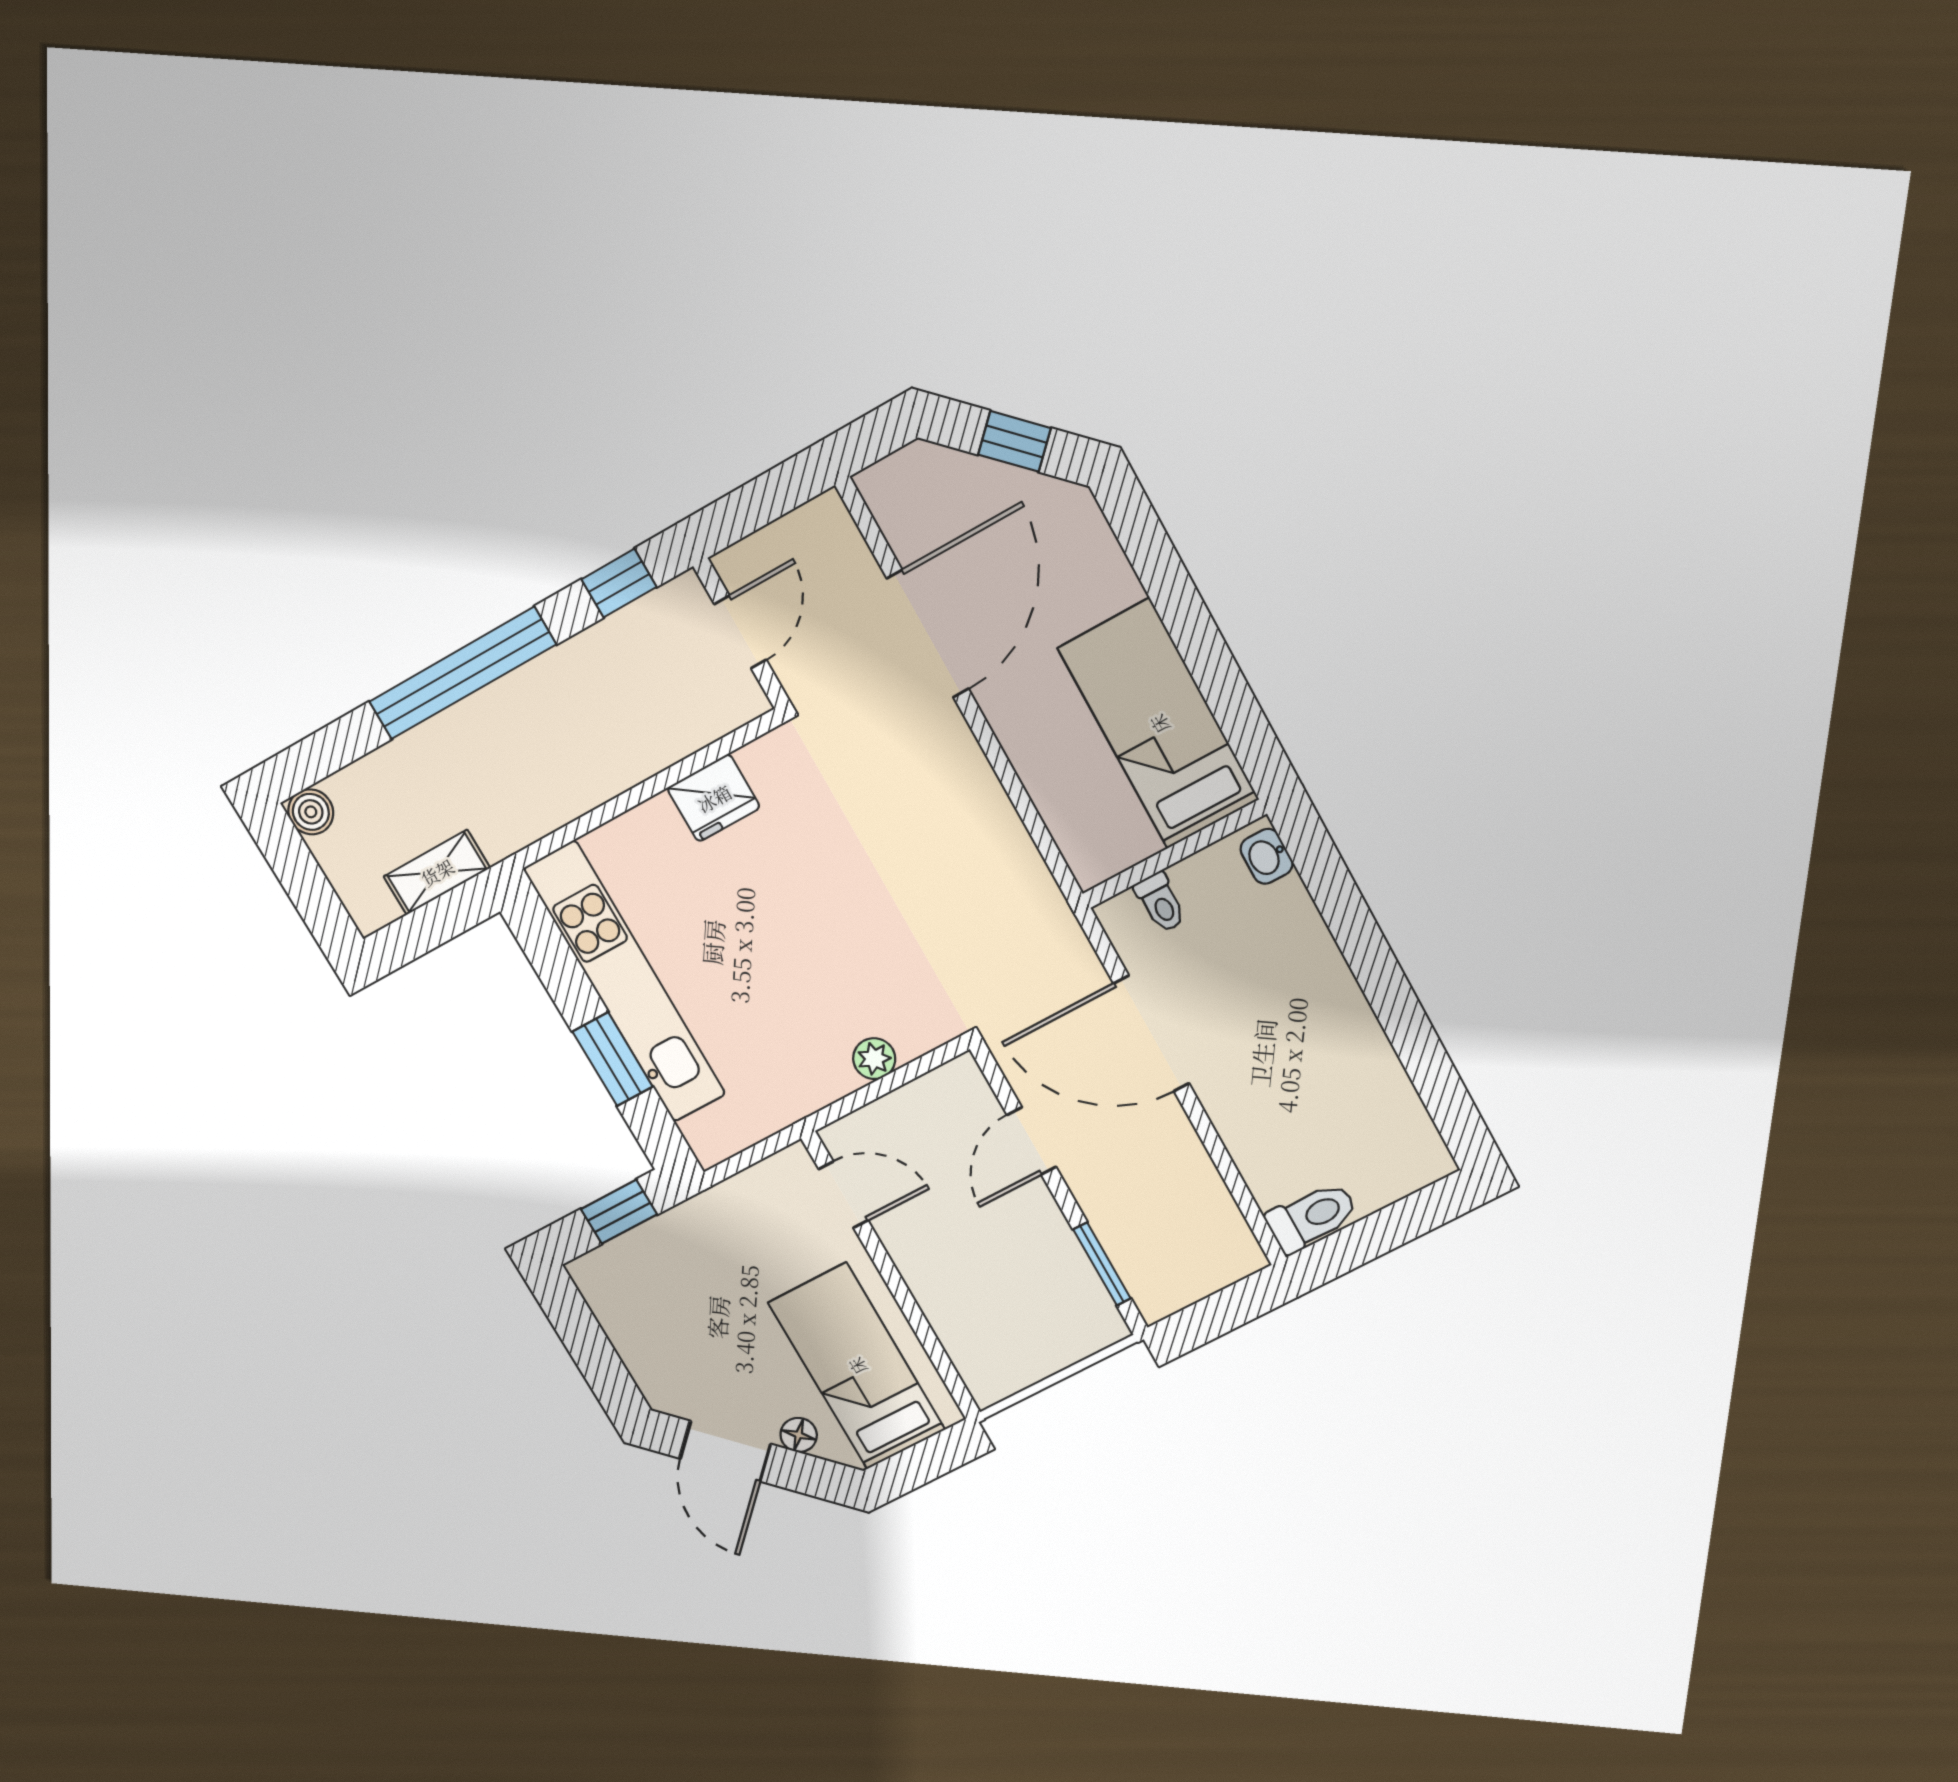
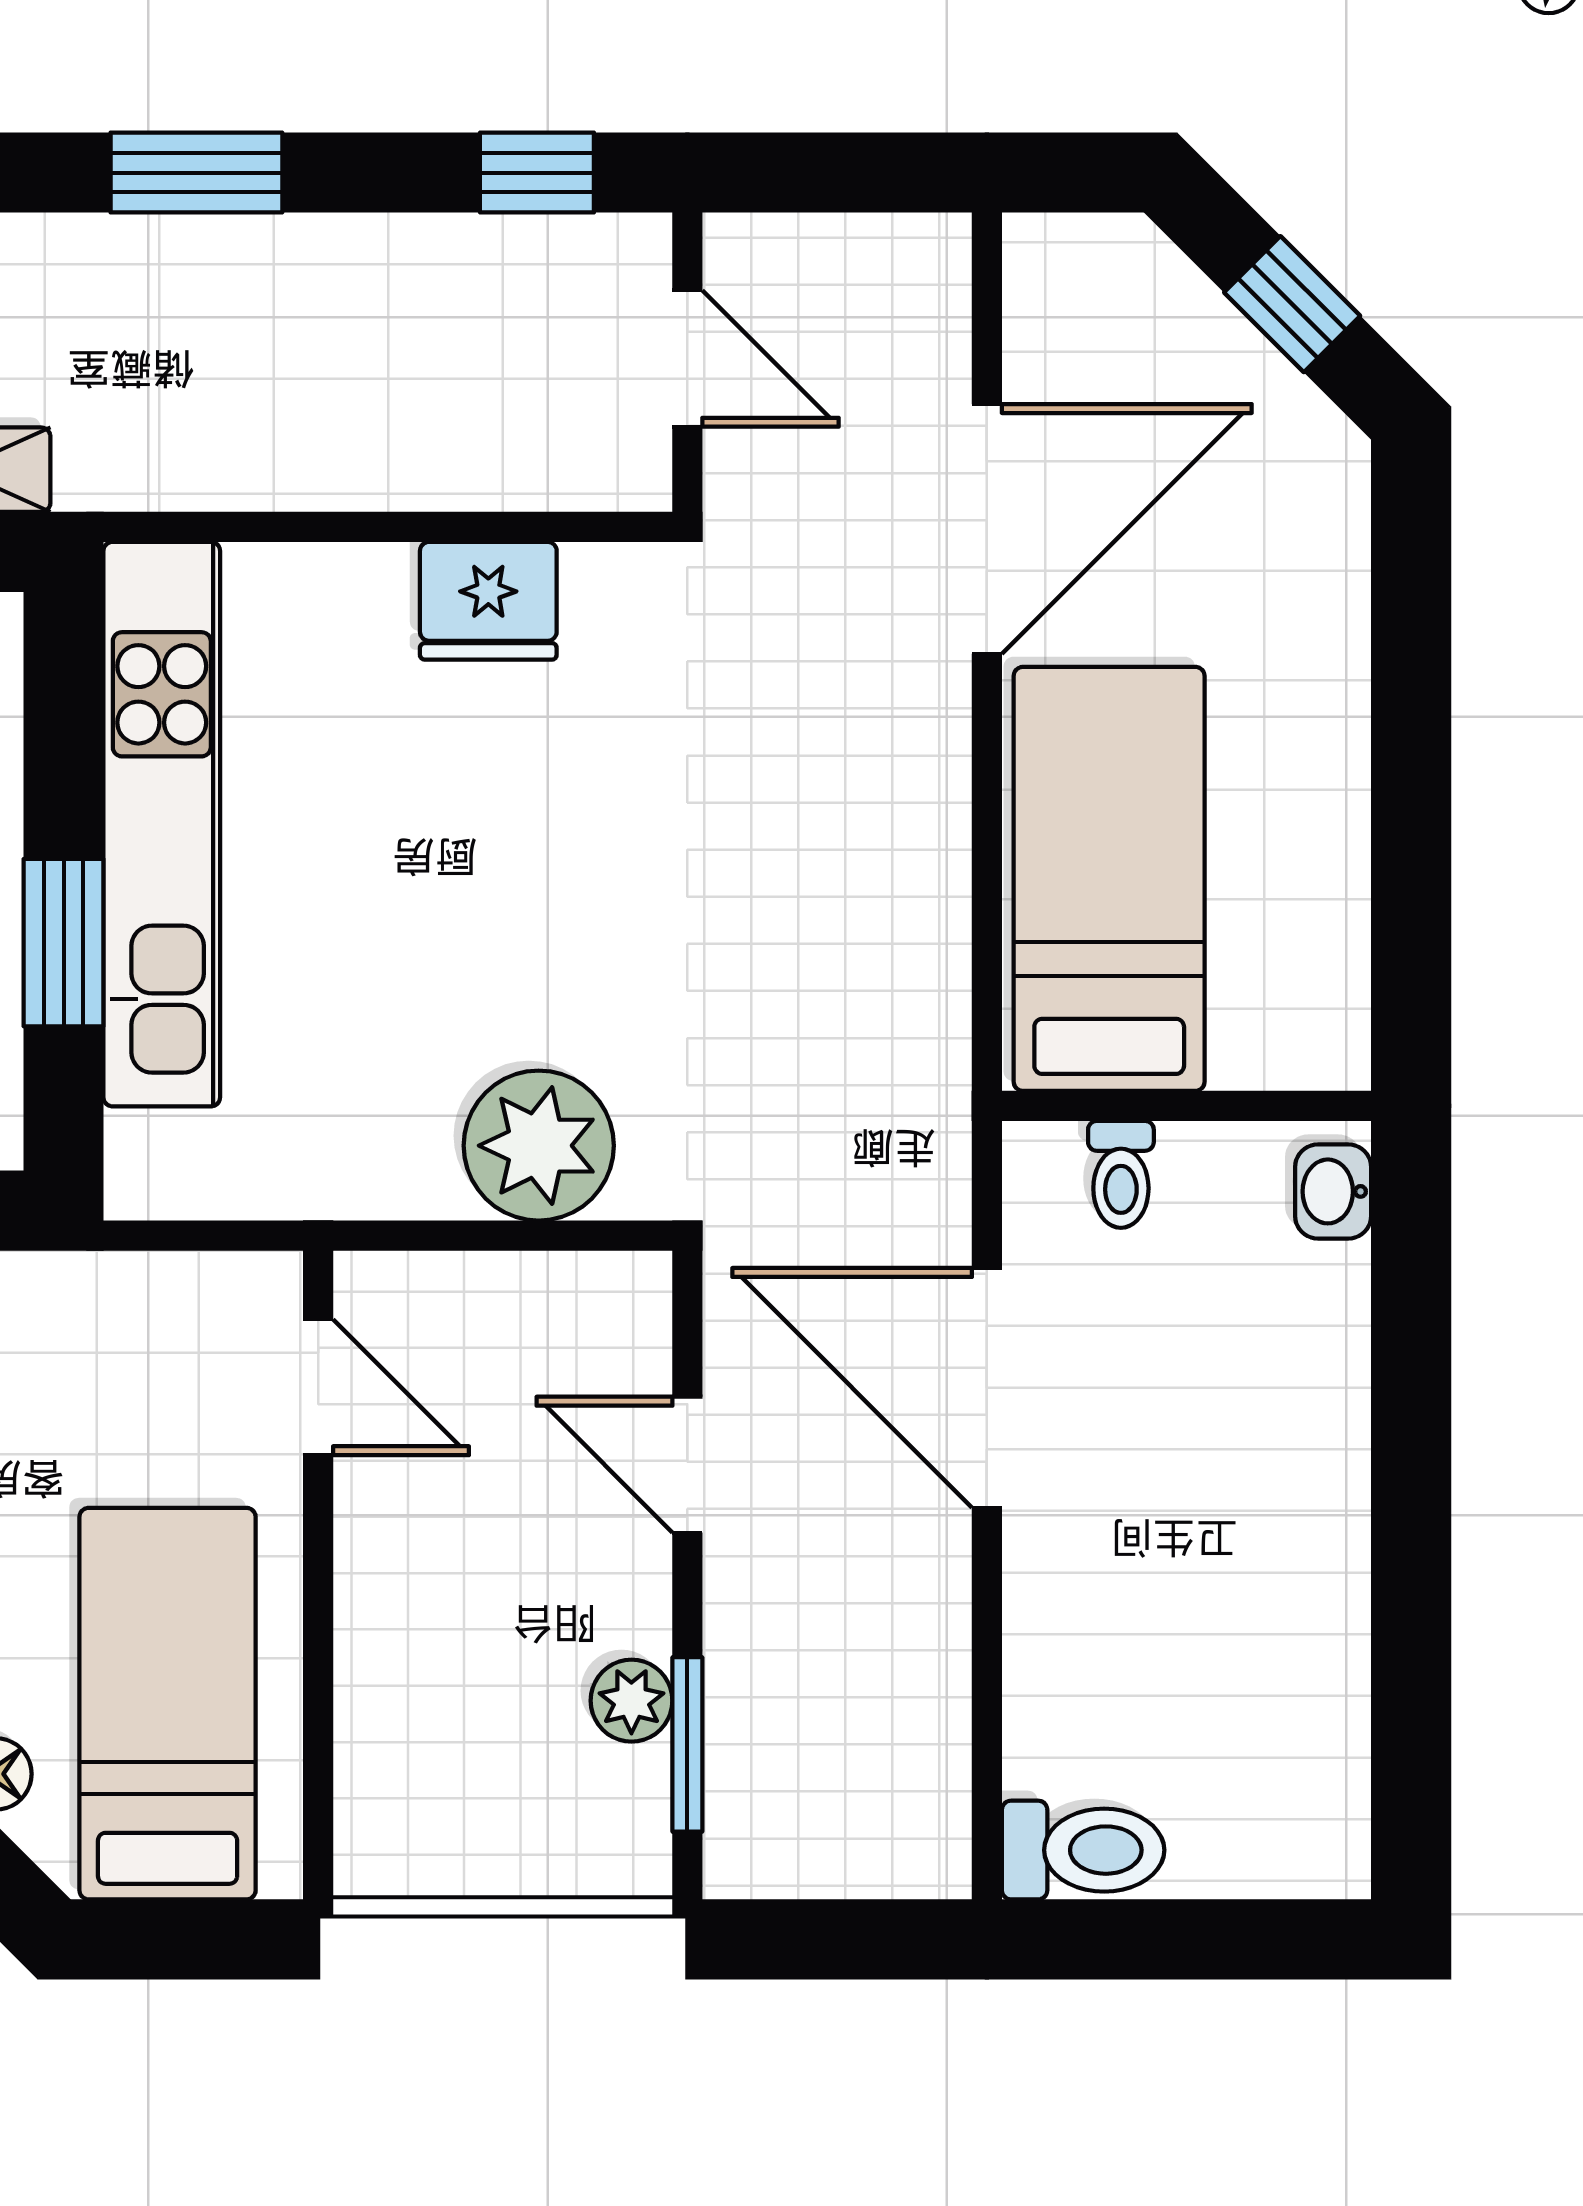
door: (740, 632) -> (687, 359), hinge flipped
window: (462, 673) -> (196, 173), width x0.47
bed: (1159, 724) -> (1109, 879), moved
plant: (874, 1059) -> (539, 1146), width x1.88, depth x1.88
door: (1032, 1141) -> (687, 1465), hinge flipped
plant: (1065, 1258) -> (631, 1701), added

